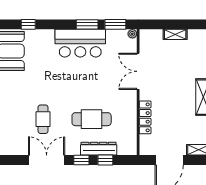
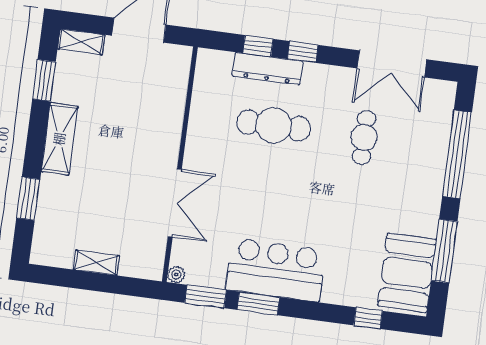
locker: (145, 117) -> (173, 115), removed
double door: (47, 160) -> (392, 64), moved

